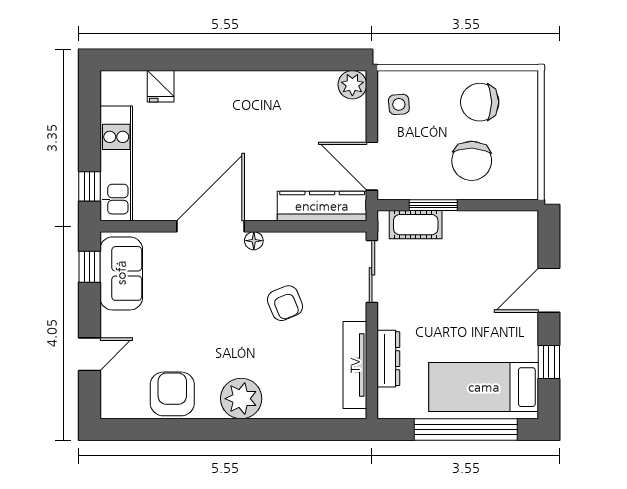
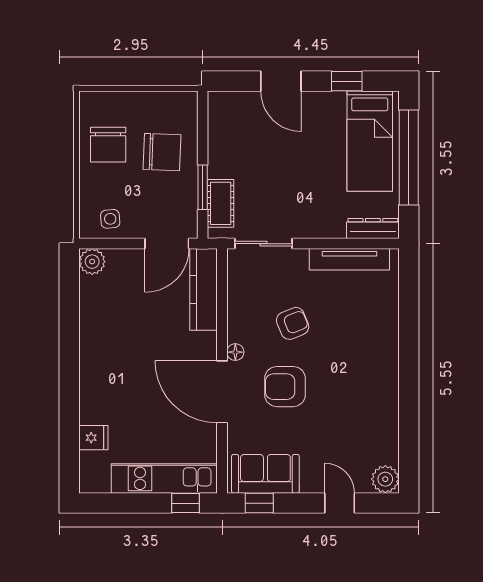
dresser: (388, 359) -> (373, 229), moved
armchair: (172, 394) -> (285, 387), moved
plant: (241, 399) -> (385, 479), moved, width x0.73, depth x0.73

